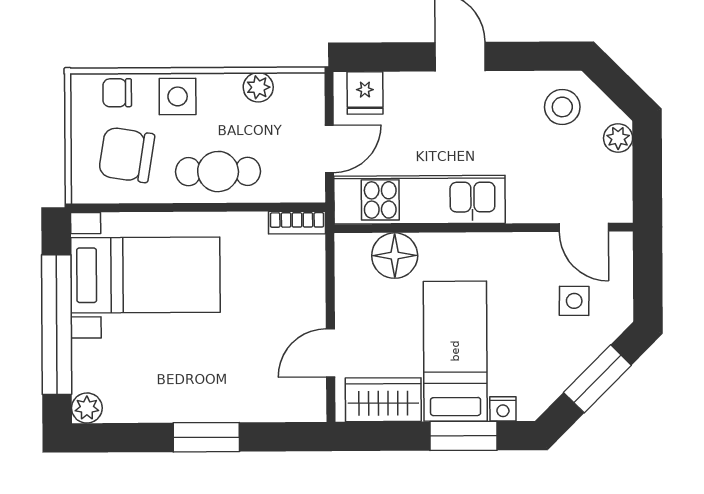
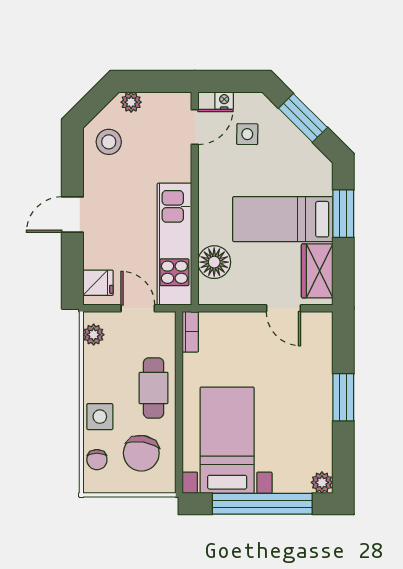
plant: (258, 87) -> (94, 335), moved
nightstand: (503, 409) -> (224, 101), moved, turned -90

